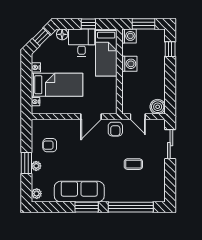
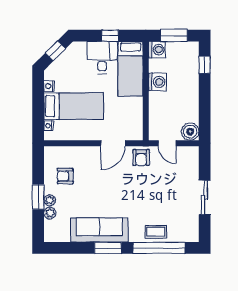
floor lamp: (62, 34) -> (80, 48), removed
sliding door: (170, 144) -> (205, 197), moved
coffee table: (133, 164) -> (156, 232), moved
plant: (37, 194) -> (50, 213), moved

